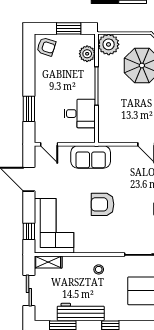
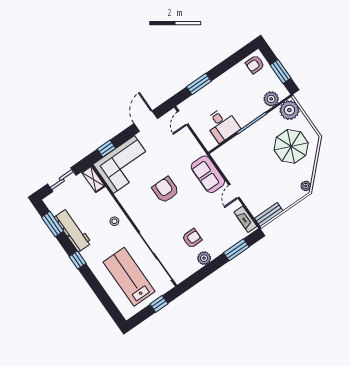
armchair: (46, 47) -> (255, 64), turned 72
sofa: (91, 157) -> (208, 174), moved

